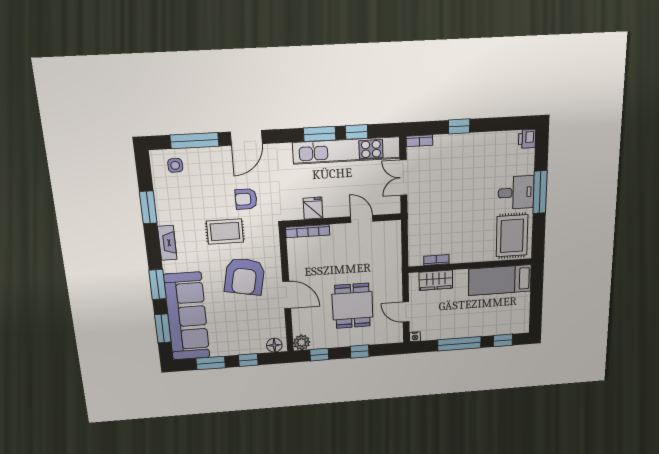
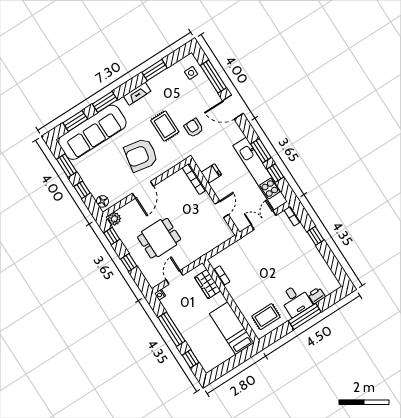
printer: (527, 139) -> (317, 296), moved
rug: (512, 236) -> (266, 317), width x0.73, depth x0.70

